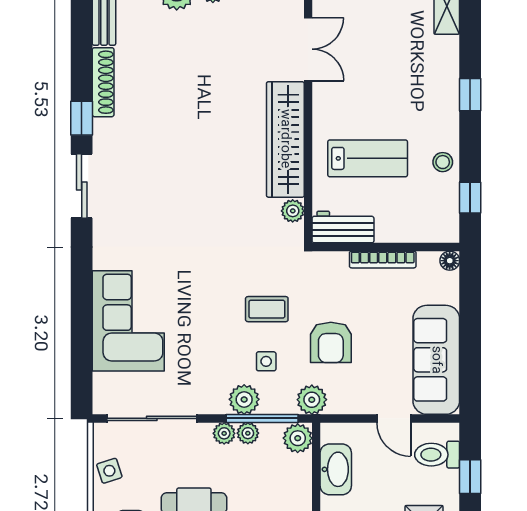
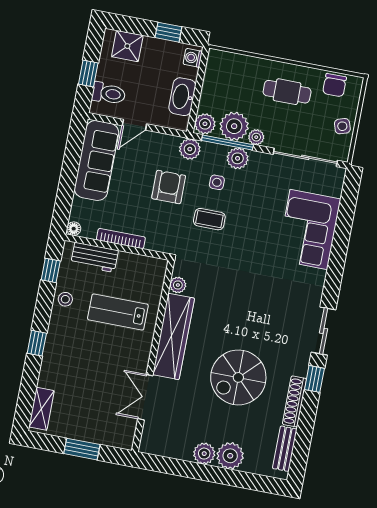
spiral stairs: (186, 100) -> (238, 377), added
workbench: (343, 227) -> (95, 257), moved
door: (394, 418) -> (134, 125), swing flipped
plant: (248, 433) -> (234, 126), width x1.88, depth x1.88

